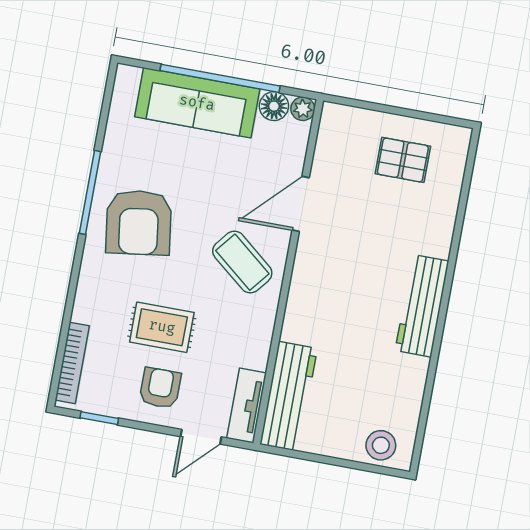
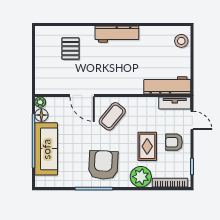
pallet: (403, 160) -> (70, 49), moved
armchair: (139, 223) -> (103, 165), turned -79
plant: (97, 301) -> (141, 177), added

